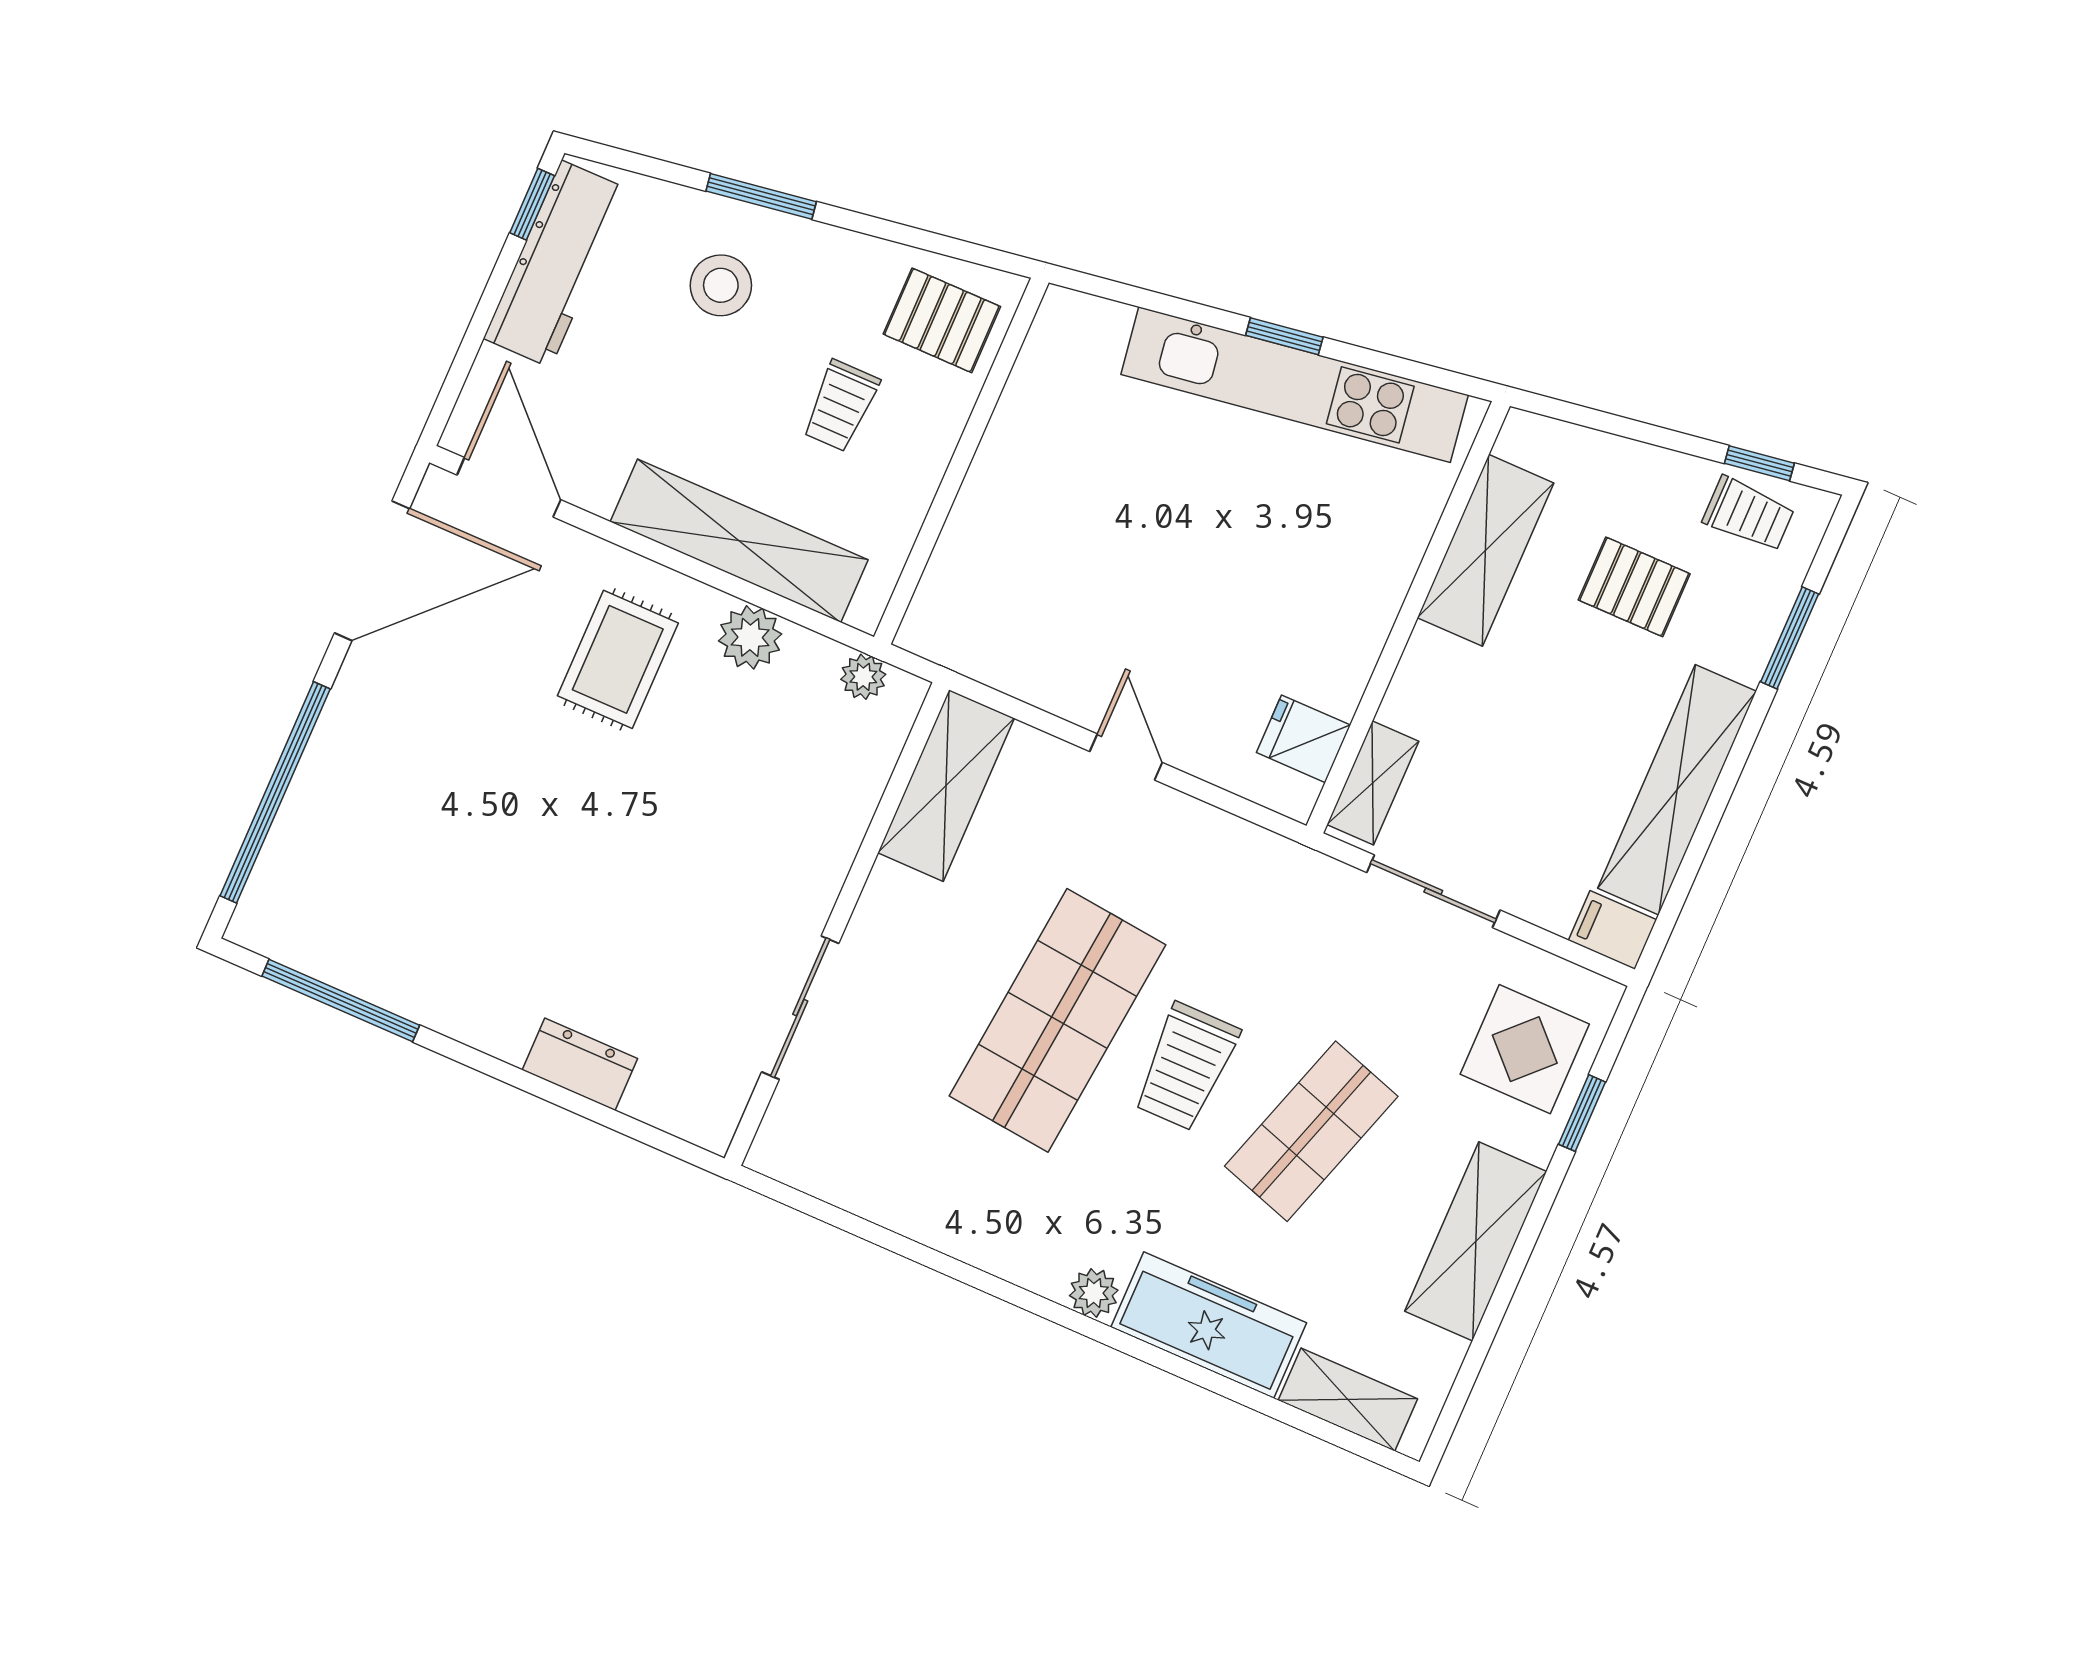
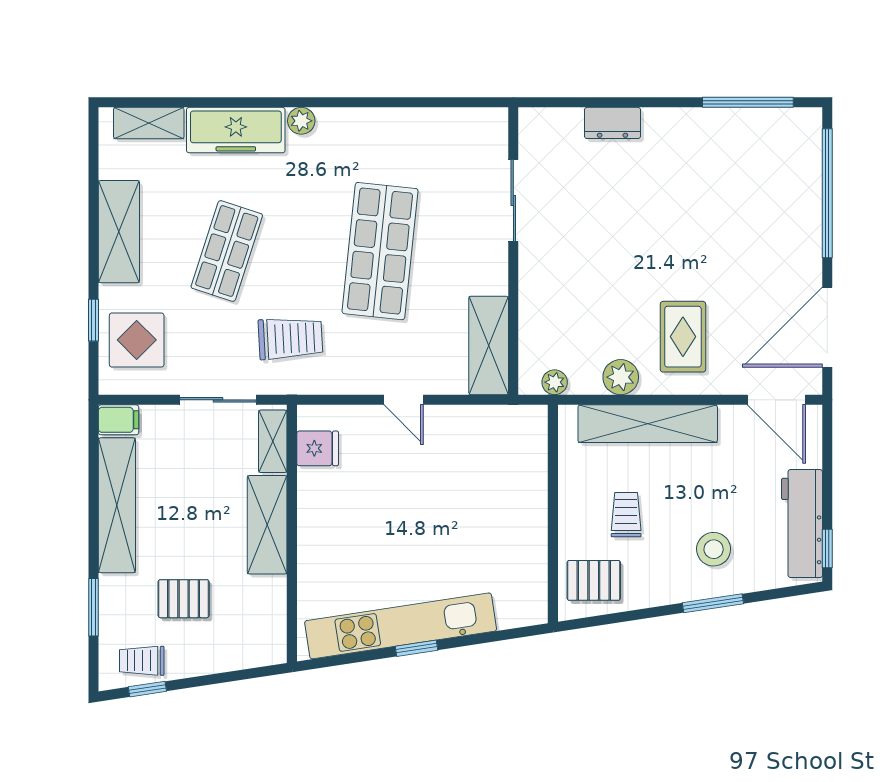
shelving: (1486, 550) -> (267, 525), moved
trolley: (1186, 1067) -> (290, 338), moved, turned 87

